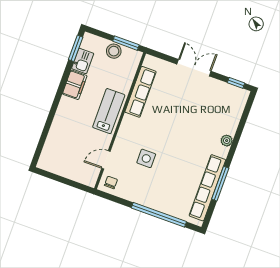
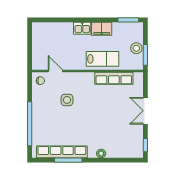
kitchen sink: (83, 61) -> (82, 28), moved
double door: (194, 68) -> (145, 111), swing flipped
lab bench: (109, 111) -> (103, 59), moved

